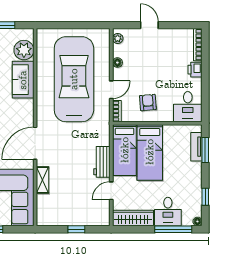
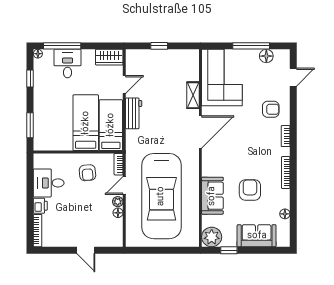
plant: (118, 38) -> (118, 202), moved
plant: (24, 50) -> (212, 237), moved
desk: (188, 107) -> (49, 183), moved, turned -90
tv unit: (196, 147) -> (39, 129), removed
wardrobe: (133, 218) -> (109, 57), width x0.67

